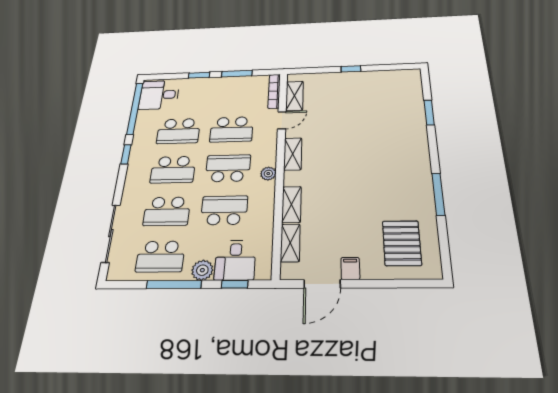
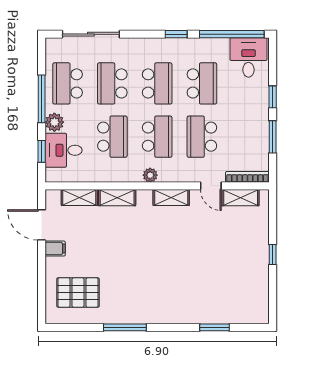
school desk: (178, 131) -> (202, 83), turned 180
school desk: (173, 170) -> (157, 83), turned 180

